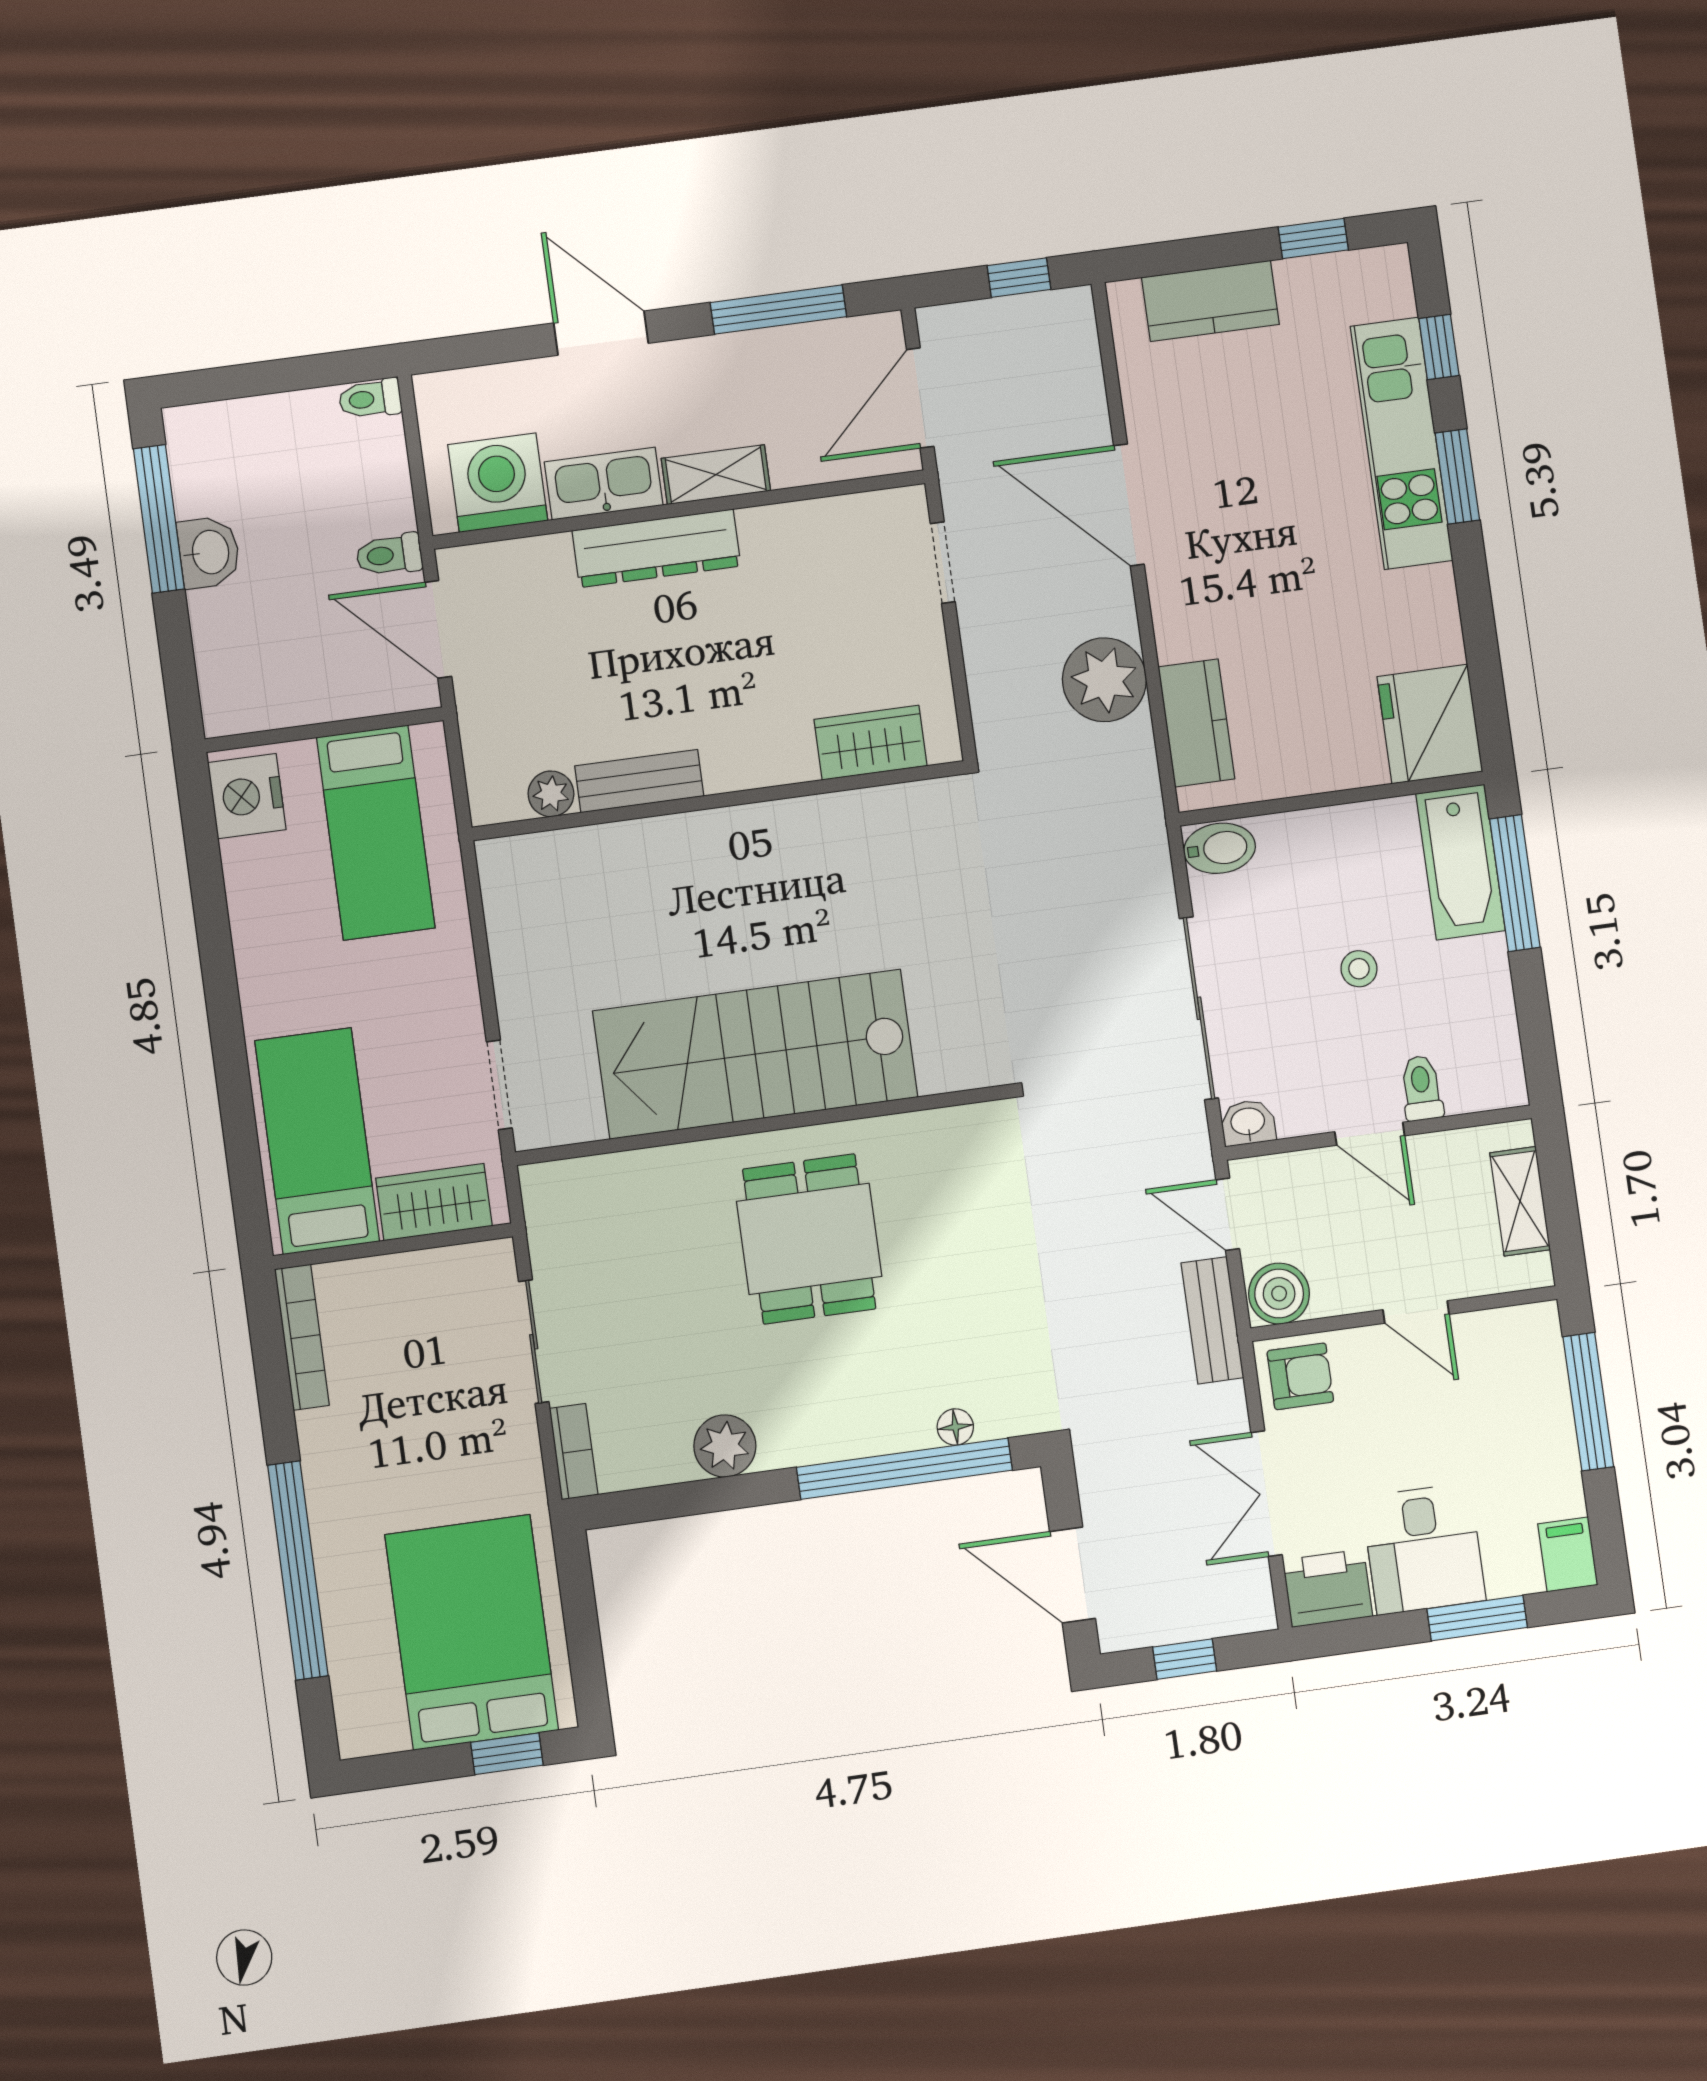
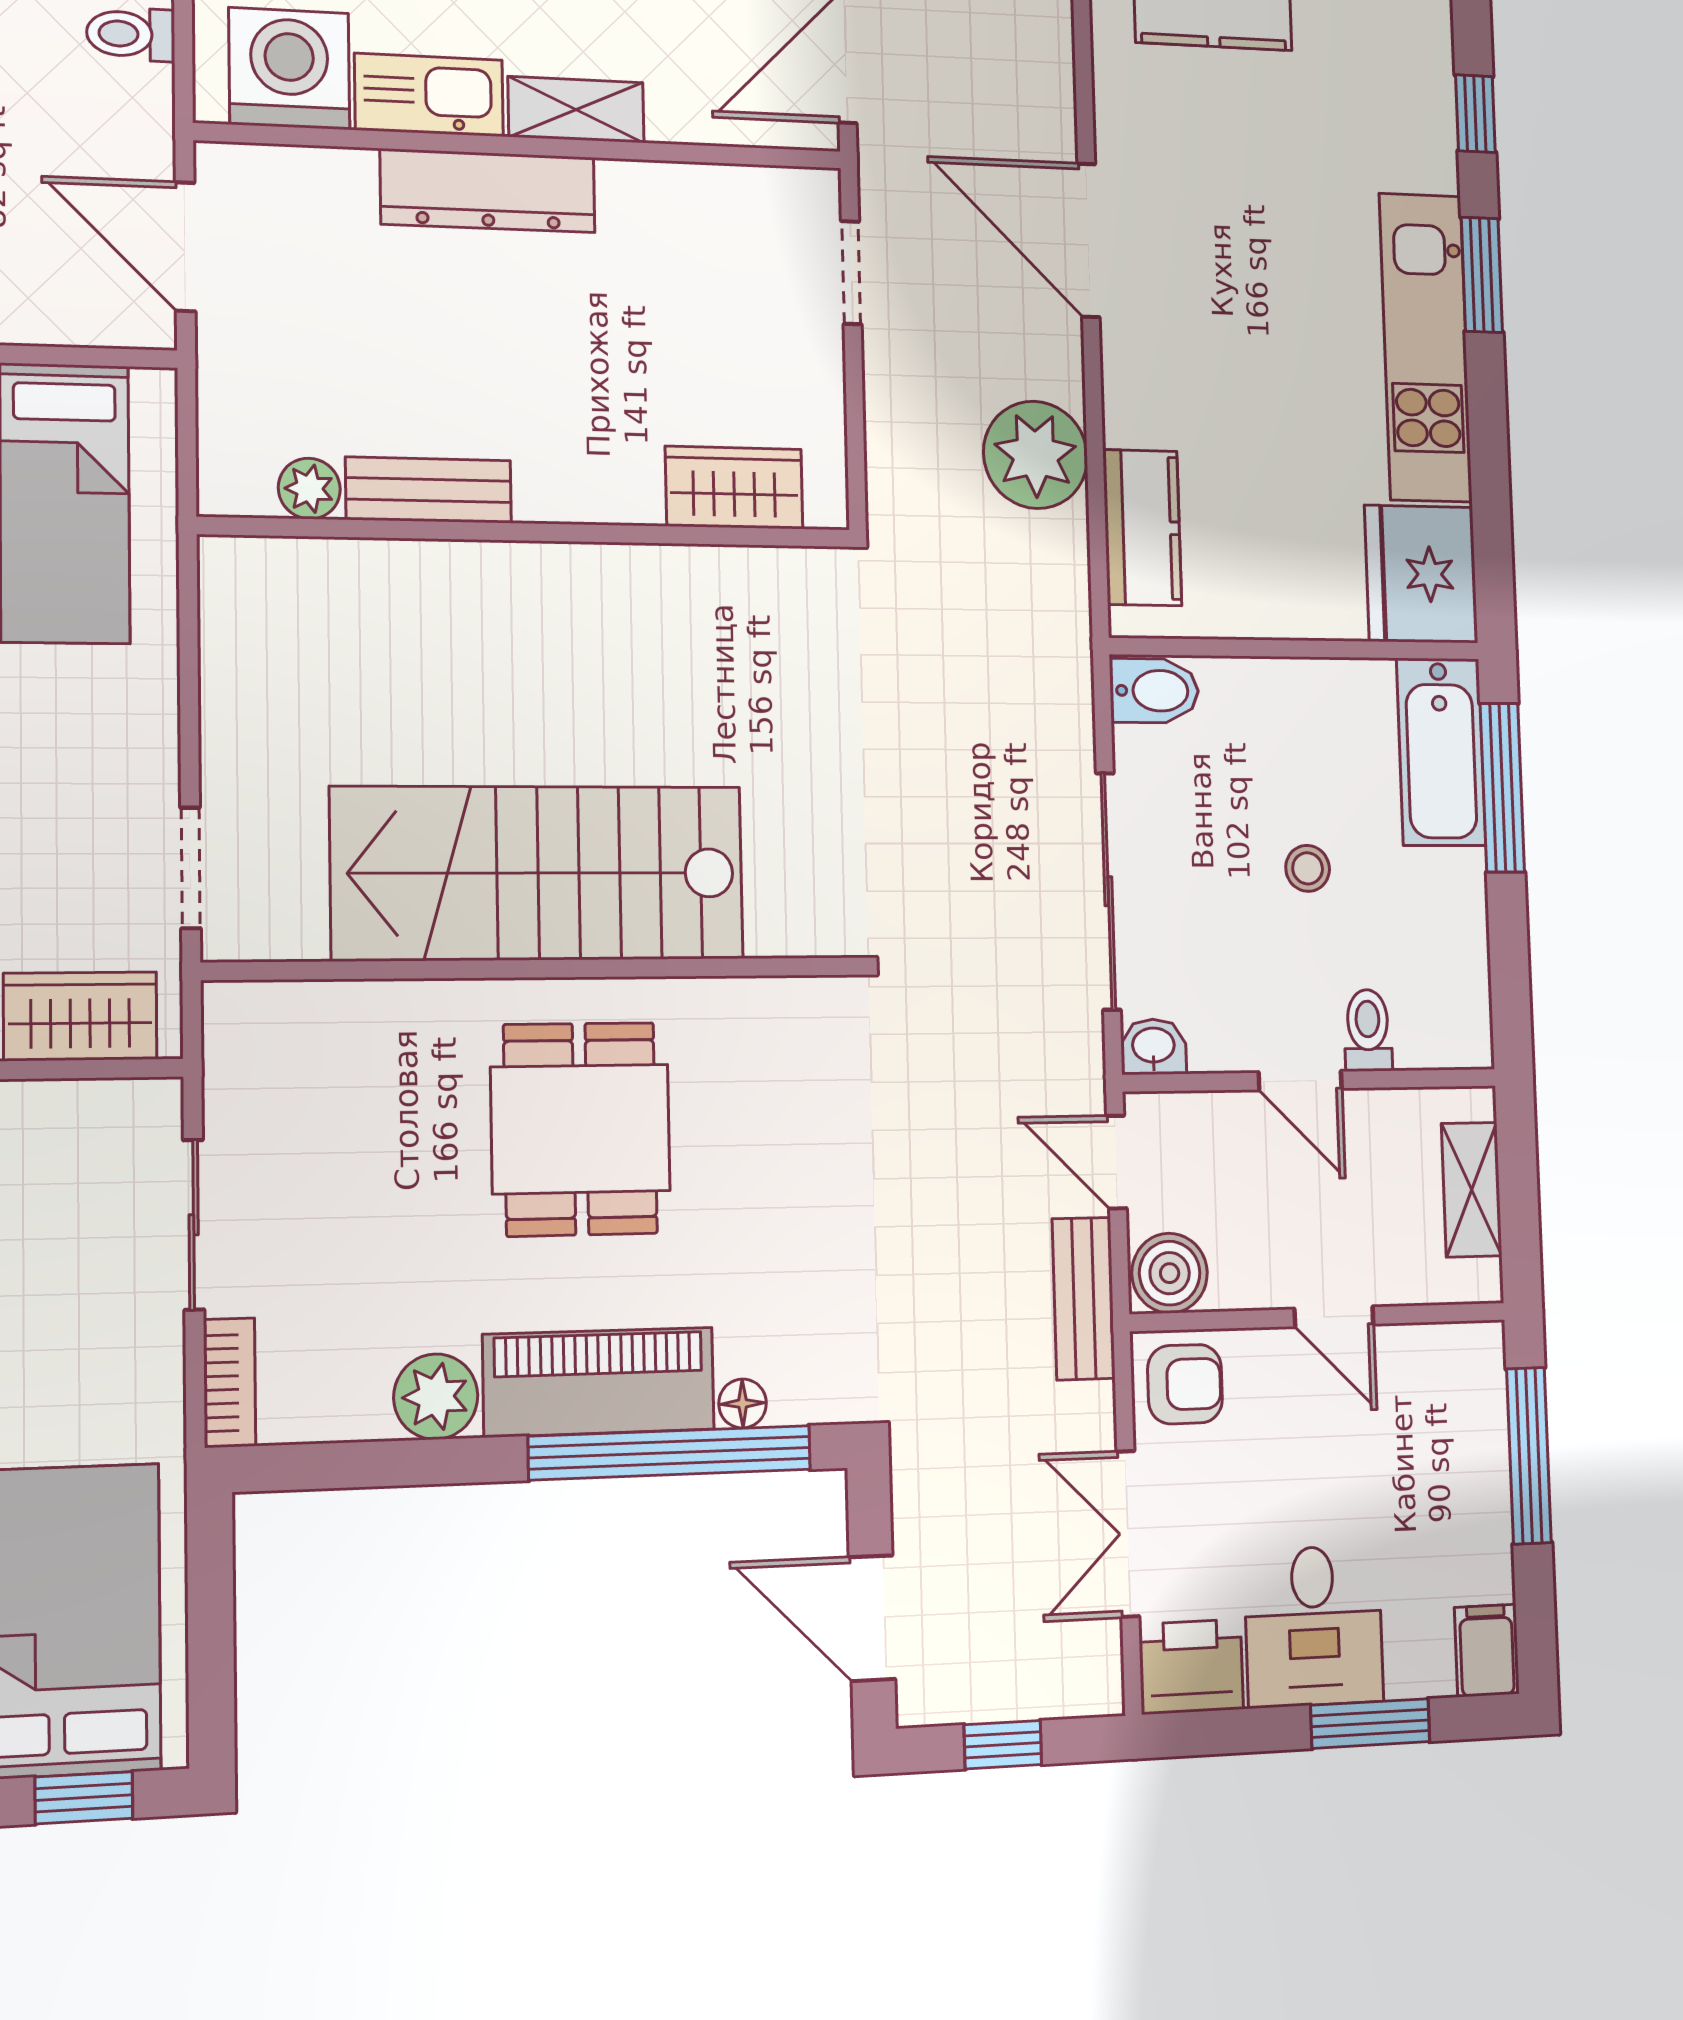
kitchen unit: (1401, 443) -> (1426, 347), moved
toilet: (389, 555) -> (131, 34), moved
piano: (845, 1423) -> (599, 1382), added

